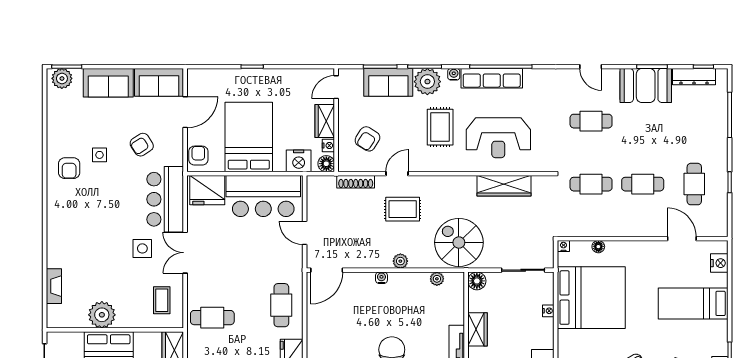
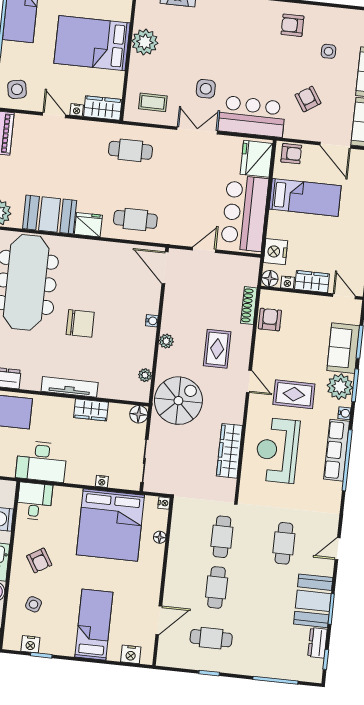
dresser: (694, 77) -> (318, 643), width x0.70
bed: (249, 137) -> (305, 197), width x0.67
armchair: (367, 139) -> (270, 320), moved, turned 58
side table: (100, 155) -> (329, 51), moved
door: (397, 174) -> (249, 381), moved
cafe table: (212, 318) -> (130, 150), turned 90

